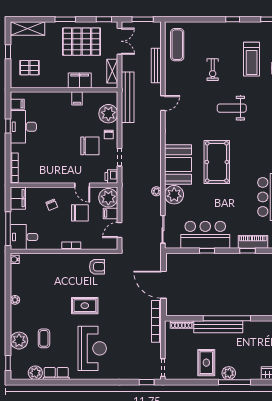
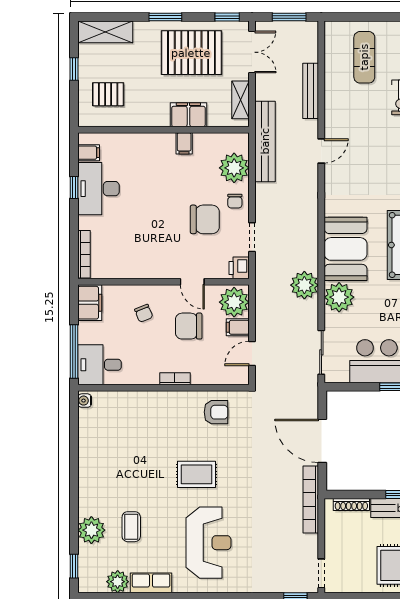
exercise mat: (177, 45) -> (364, 57), moved
plant: (156, 191) -> (304, 285), width x1.88, depth x1.88
chair: (80, 213) -> (189, 326), turned 180
plant: (15, 300) -> (85, 465), removed

